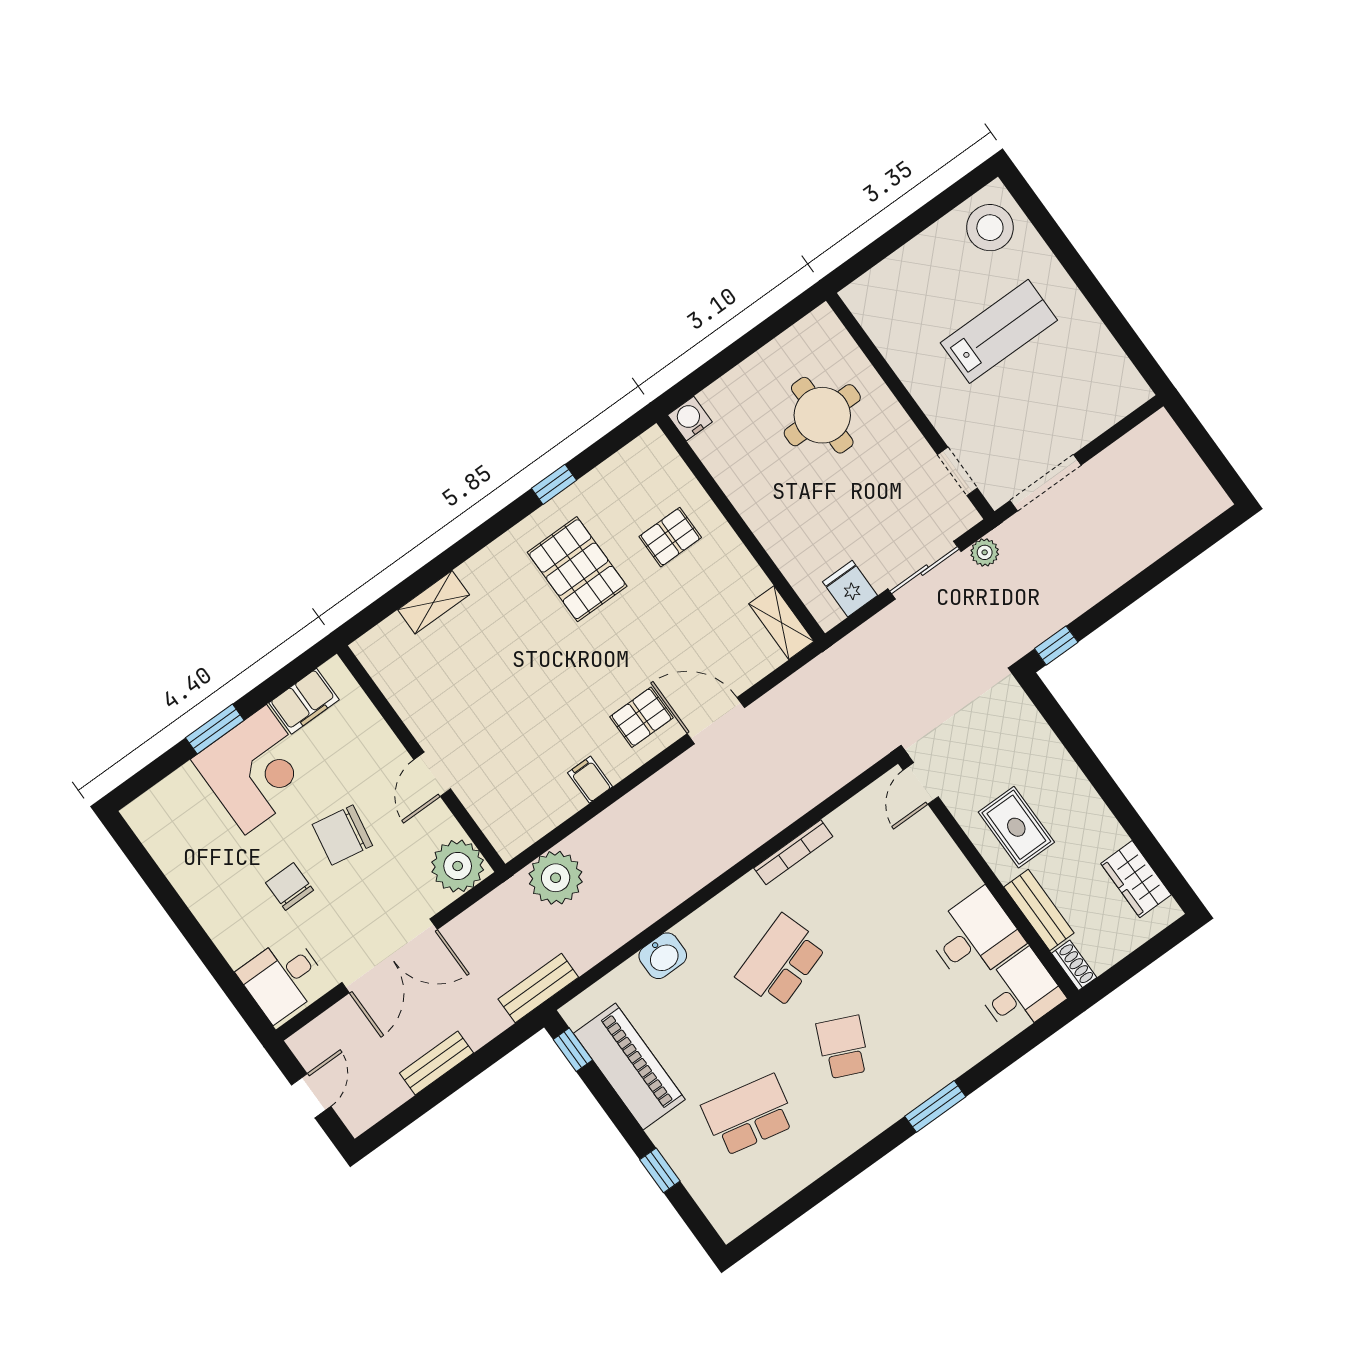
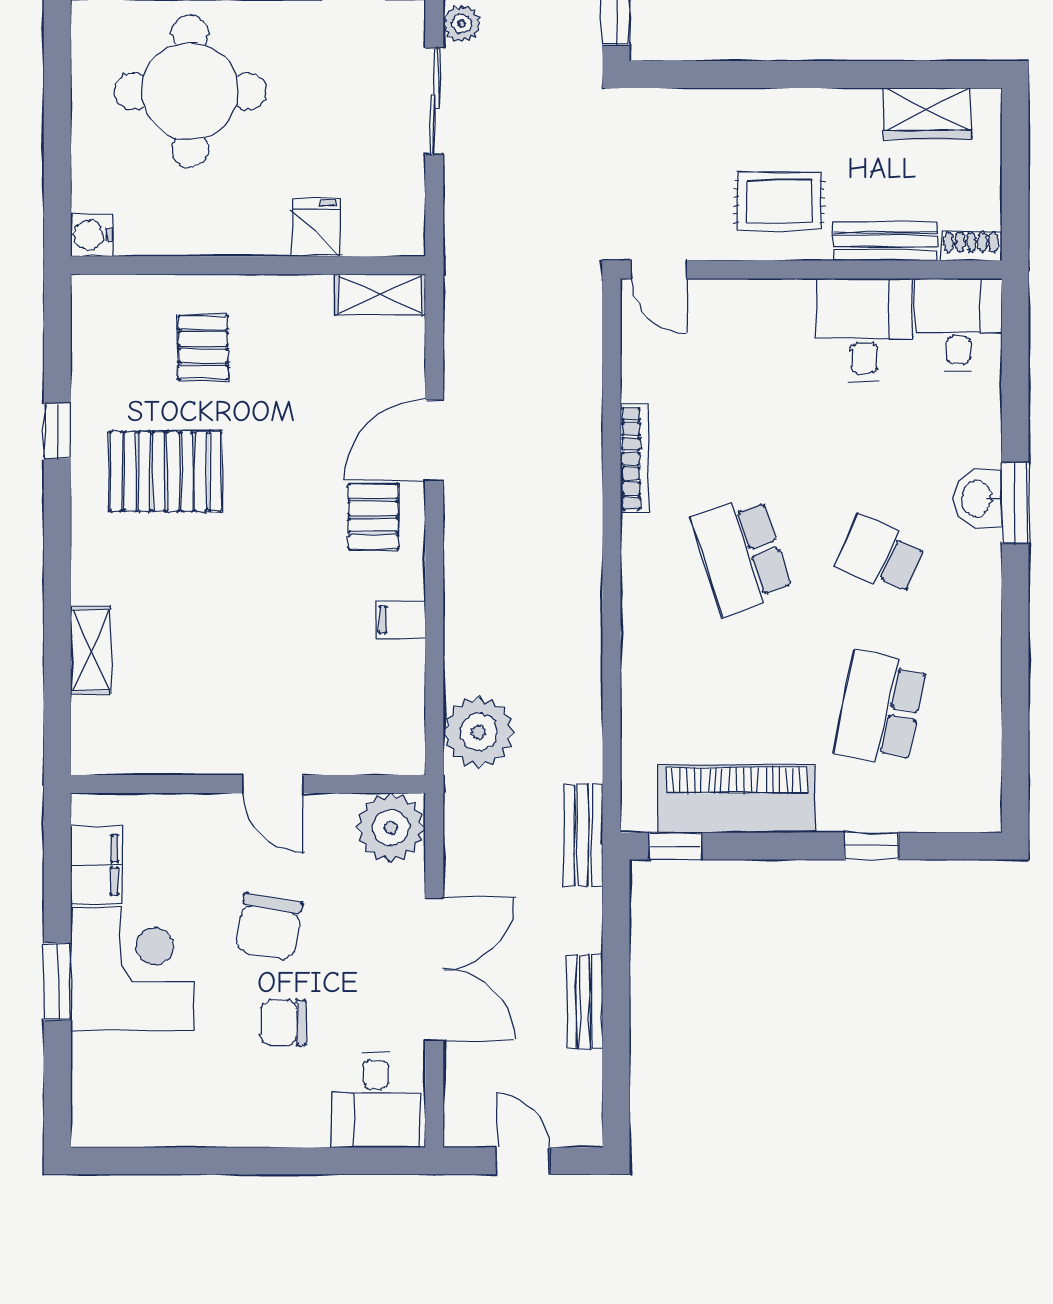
round table: (822, 415) -> (190, 91), width x1.36, depth x1.36
fridge: (850, 589) -> (316, 227), moved, turned 90
washbasin: (663, 956) -> (978, 498), moved, turned 180

